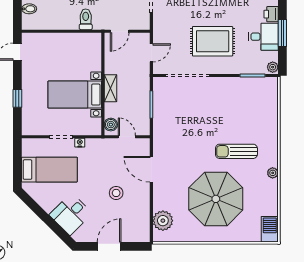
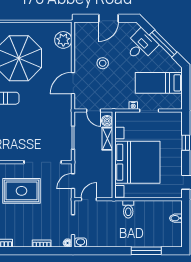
door: (120, 31) -> (89, 199), moved
shelving: (110, 88) -> (107, 139), moved
bed with nightstands: (75, 95) -> (137, 162), width x1.85
door: (151, 169) -> (73, 83), swing flipped
window: (44, 216) -> (163, 44), added

